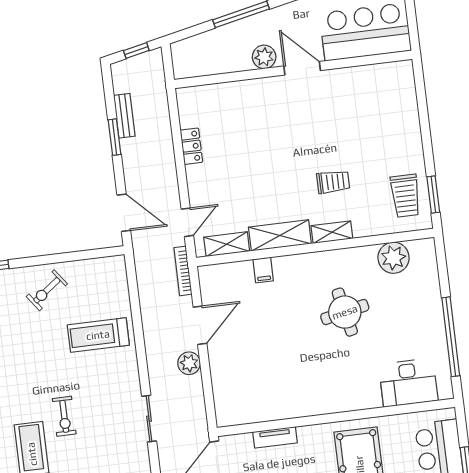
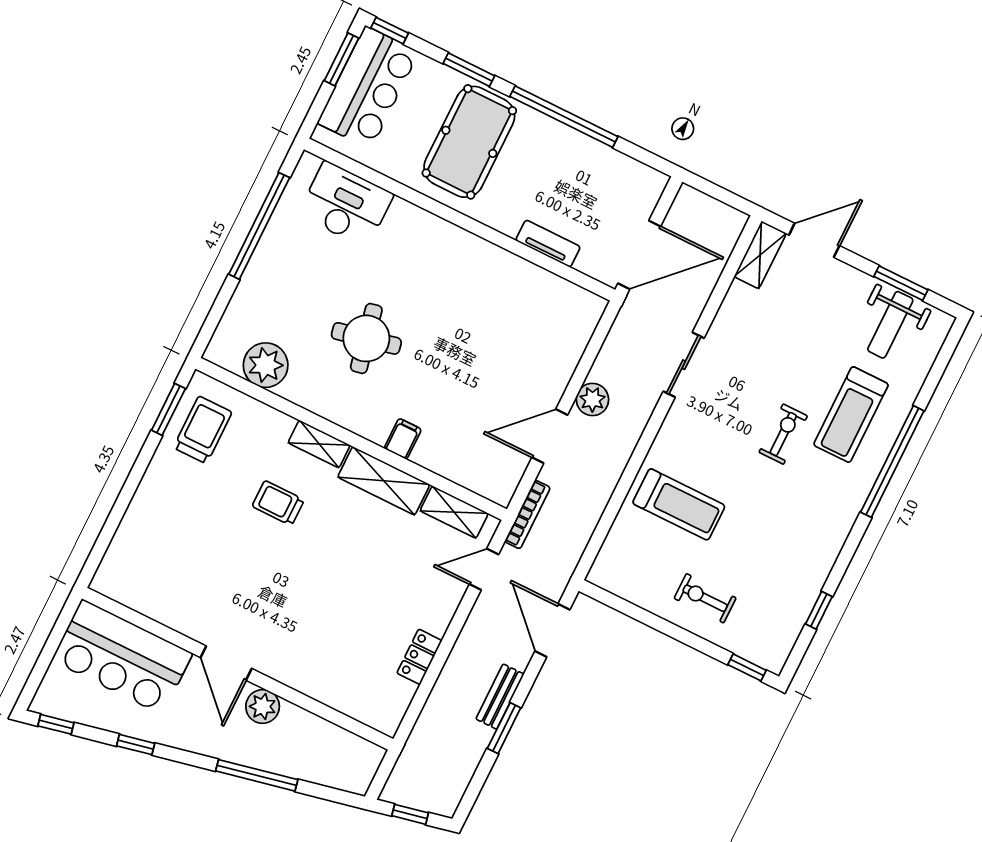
bench: (124, 116) -> (500, 697), moved
filing cabinet: (263, 270) -> (403, 439), moved
exercise bike: (47, 290) -> (705, 598), turned -143

